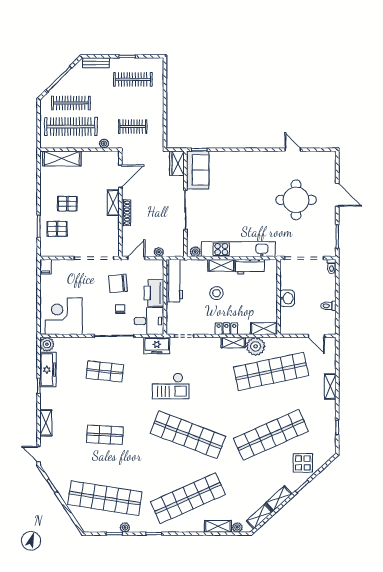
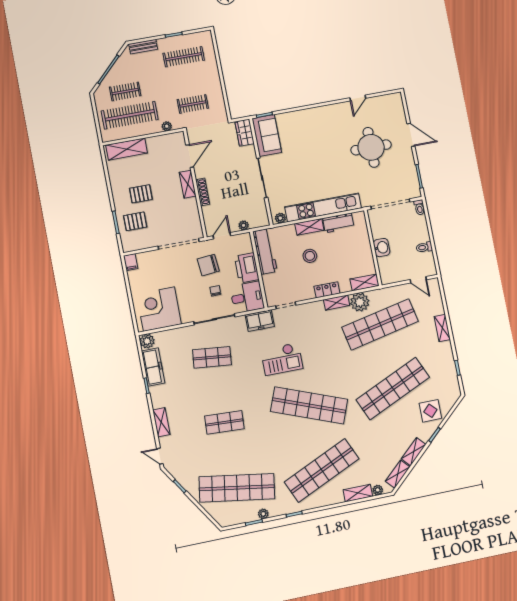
clothes rail: (71, 103) -> (125, 91), width x0.73
door: (293, 150) -> (358, 98), swing flipped

